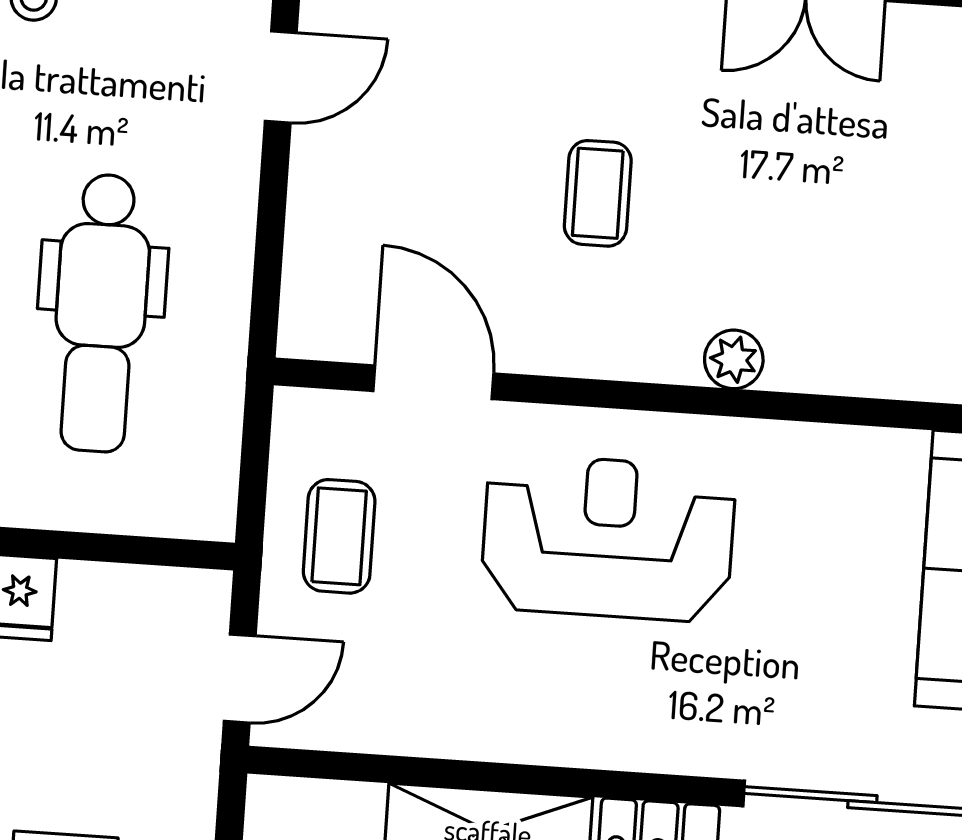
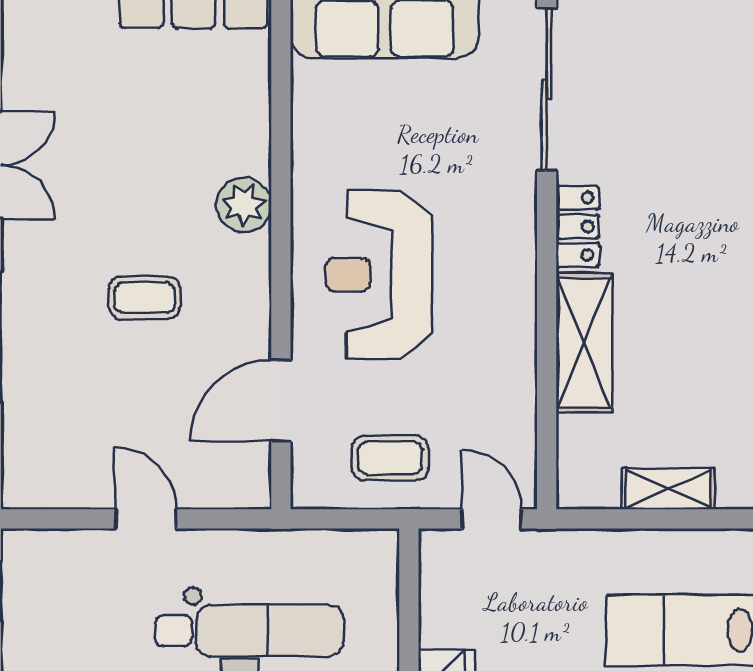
door: (281, 77) -> (146, 519), moved
plant: (734, 359) -> (244, 205), width x1.38, depth x1.38

